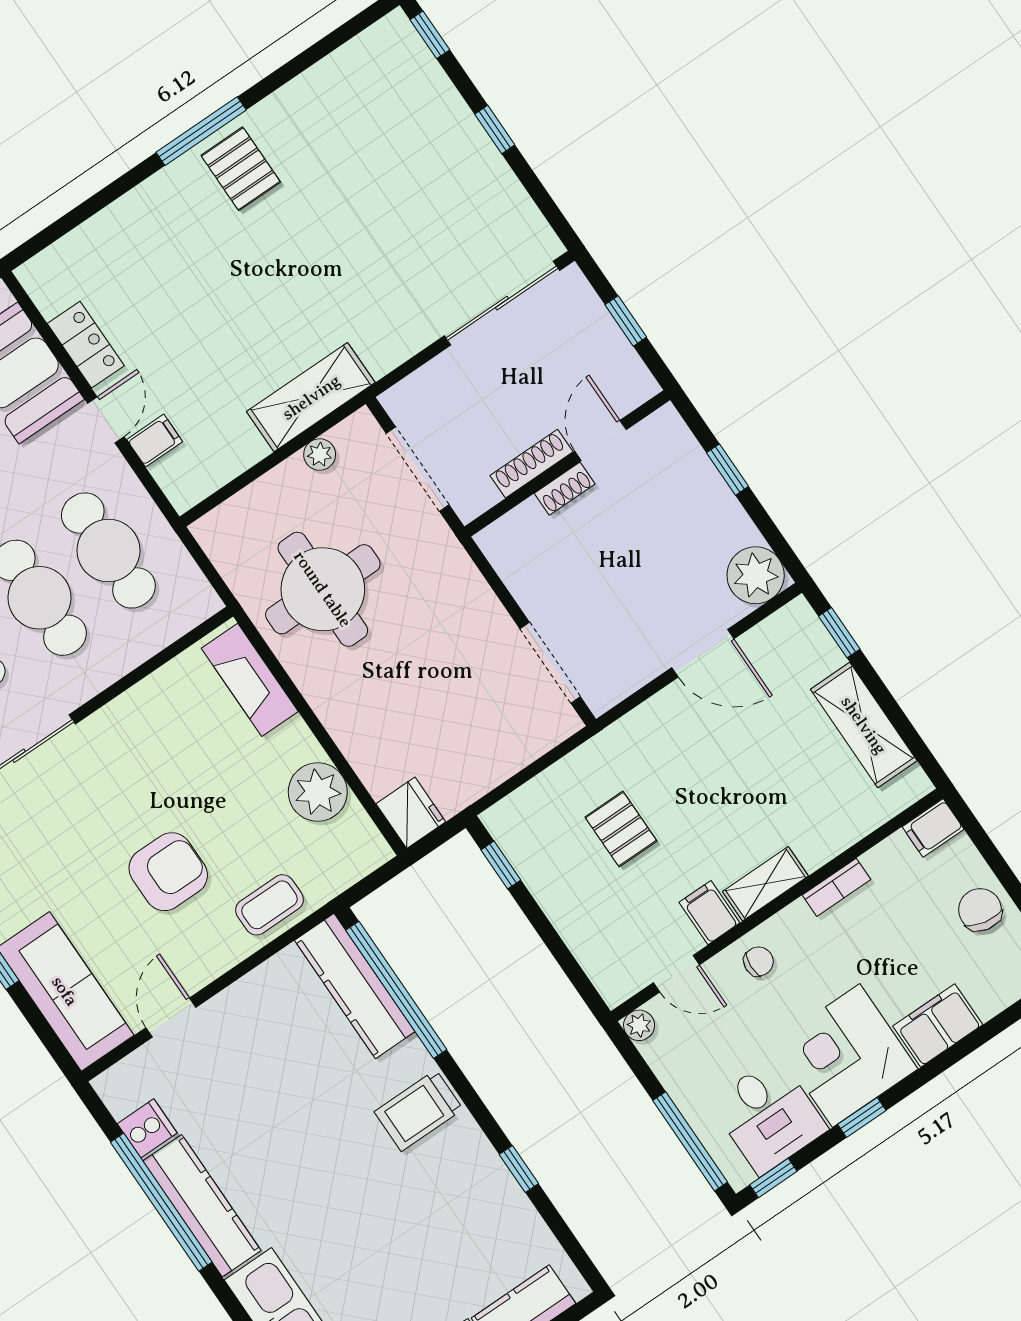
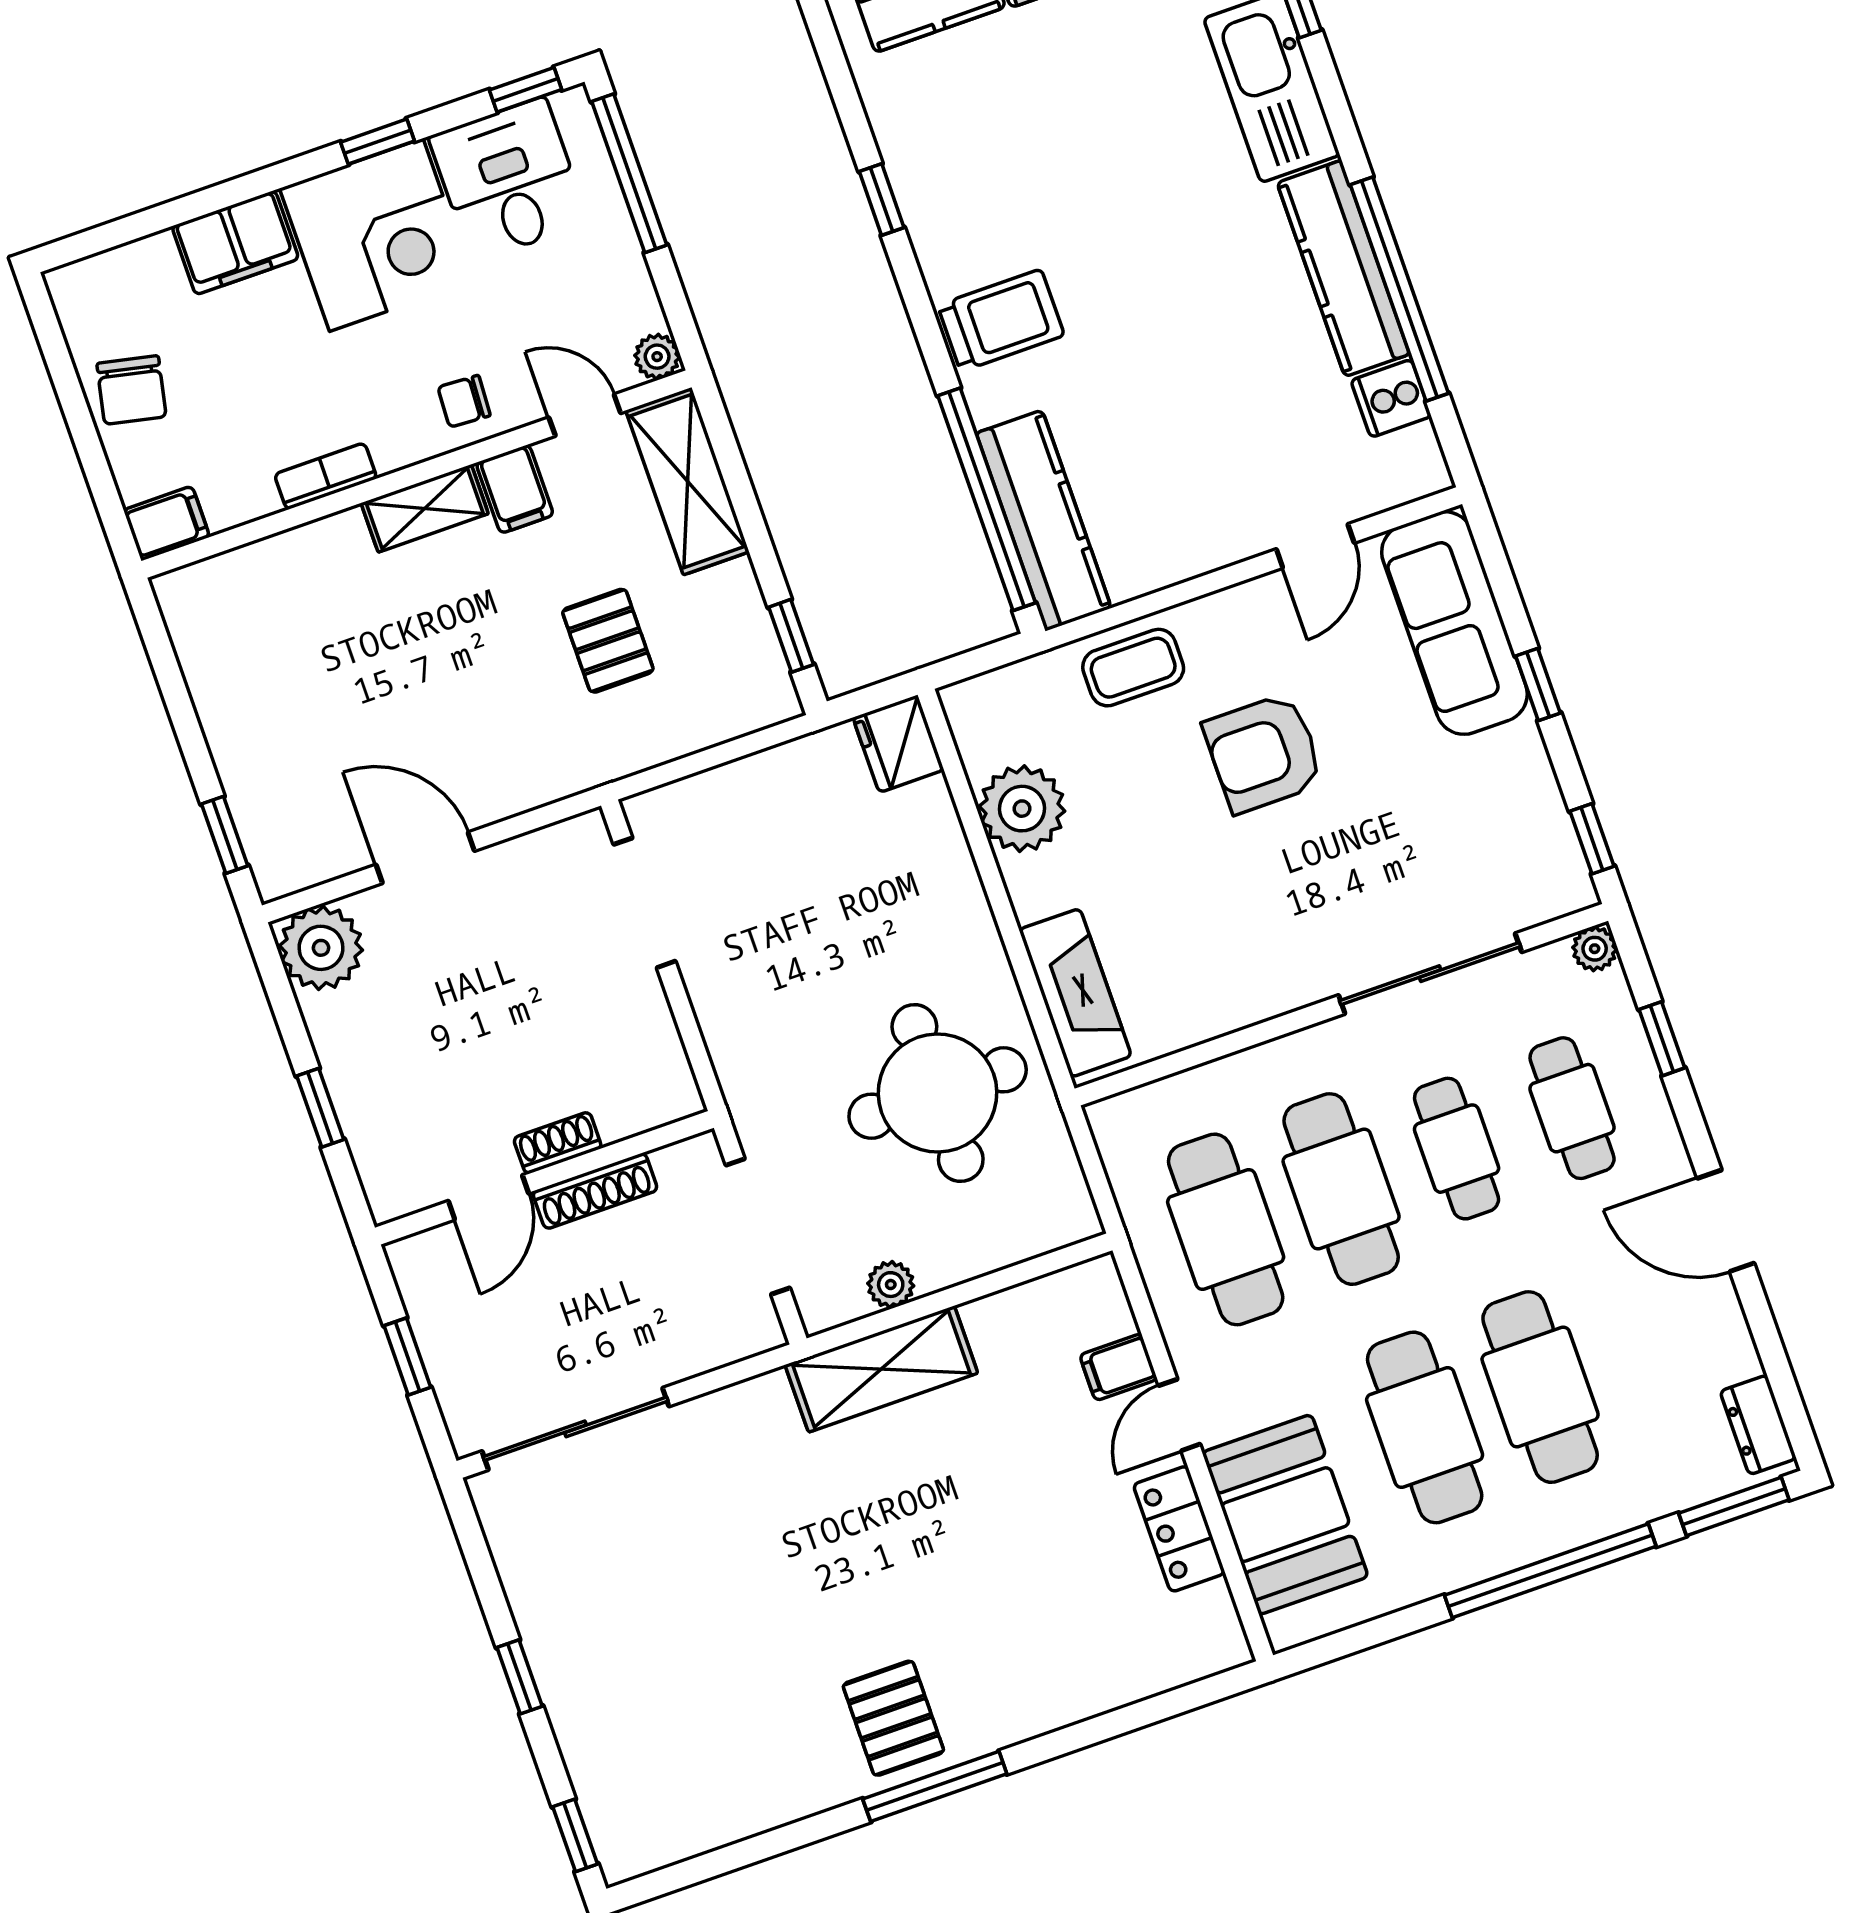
shelving: (864, 725) -> (687, 481), moved

